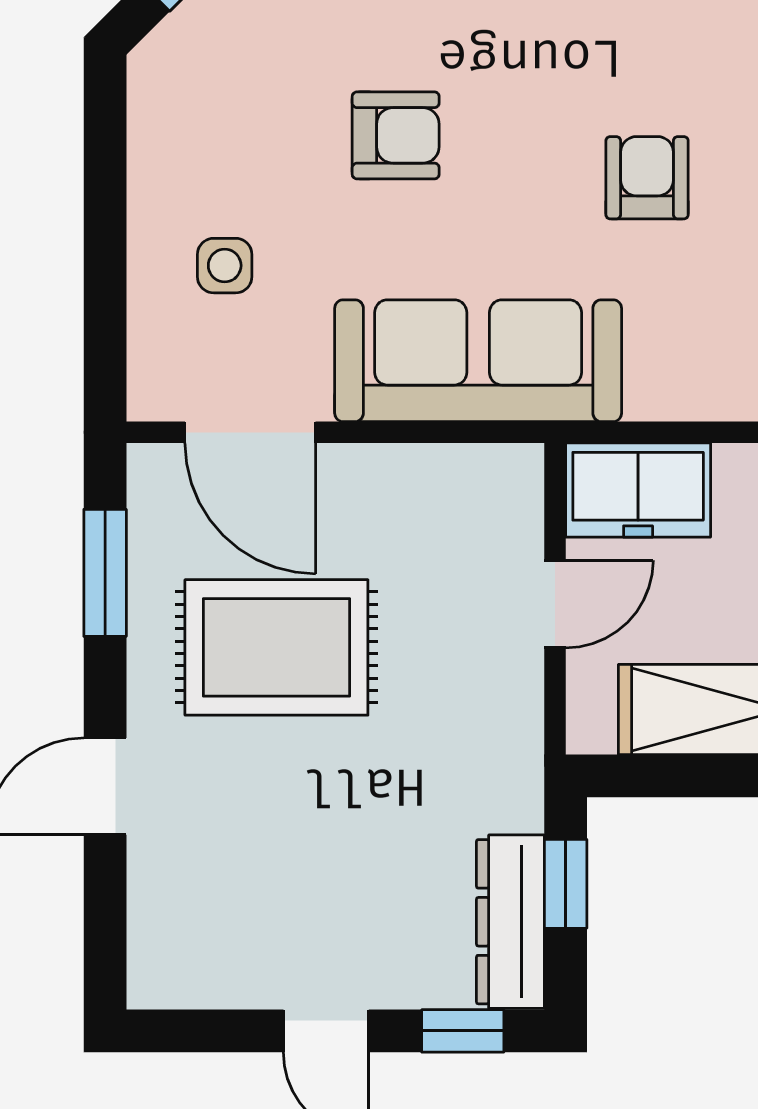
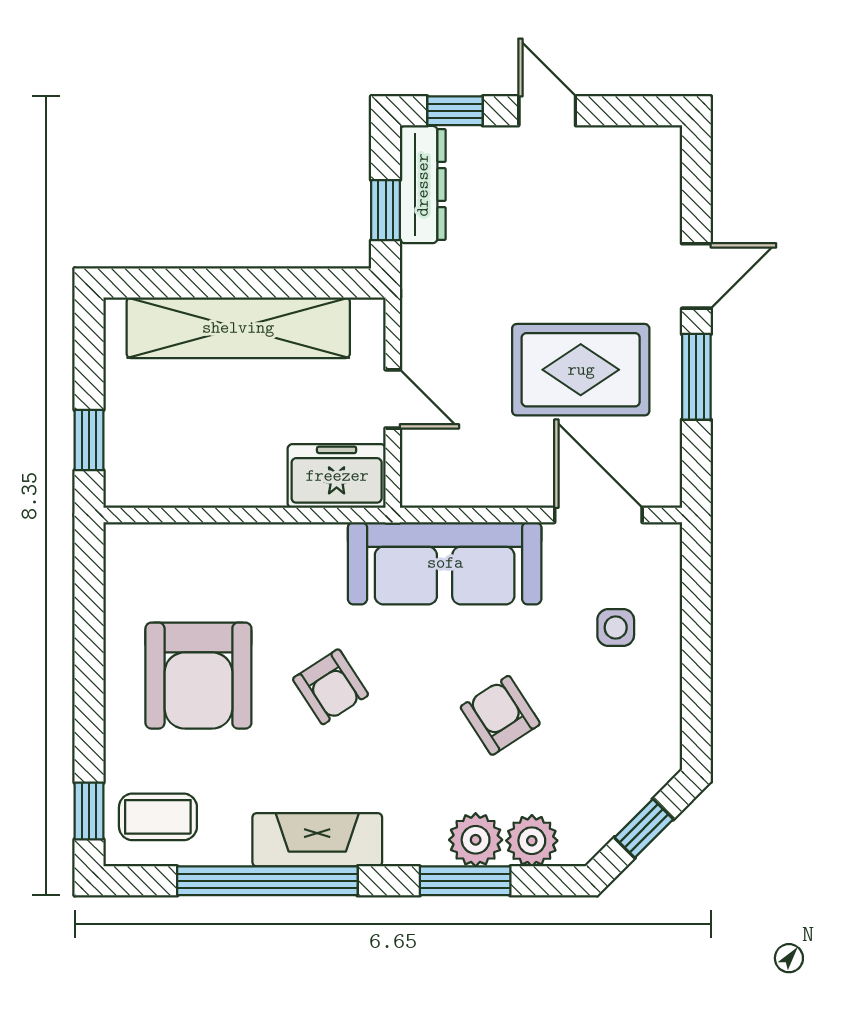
armchair: (396, 135) -> (500, 715), turned 57
armchair: (647, 178) -> (331, 687), turned -33
window: (105, 573) -> (696, 377), moved
door: (555, 604) -> (393, 399), swing flipped

